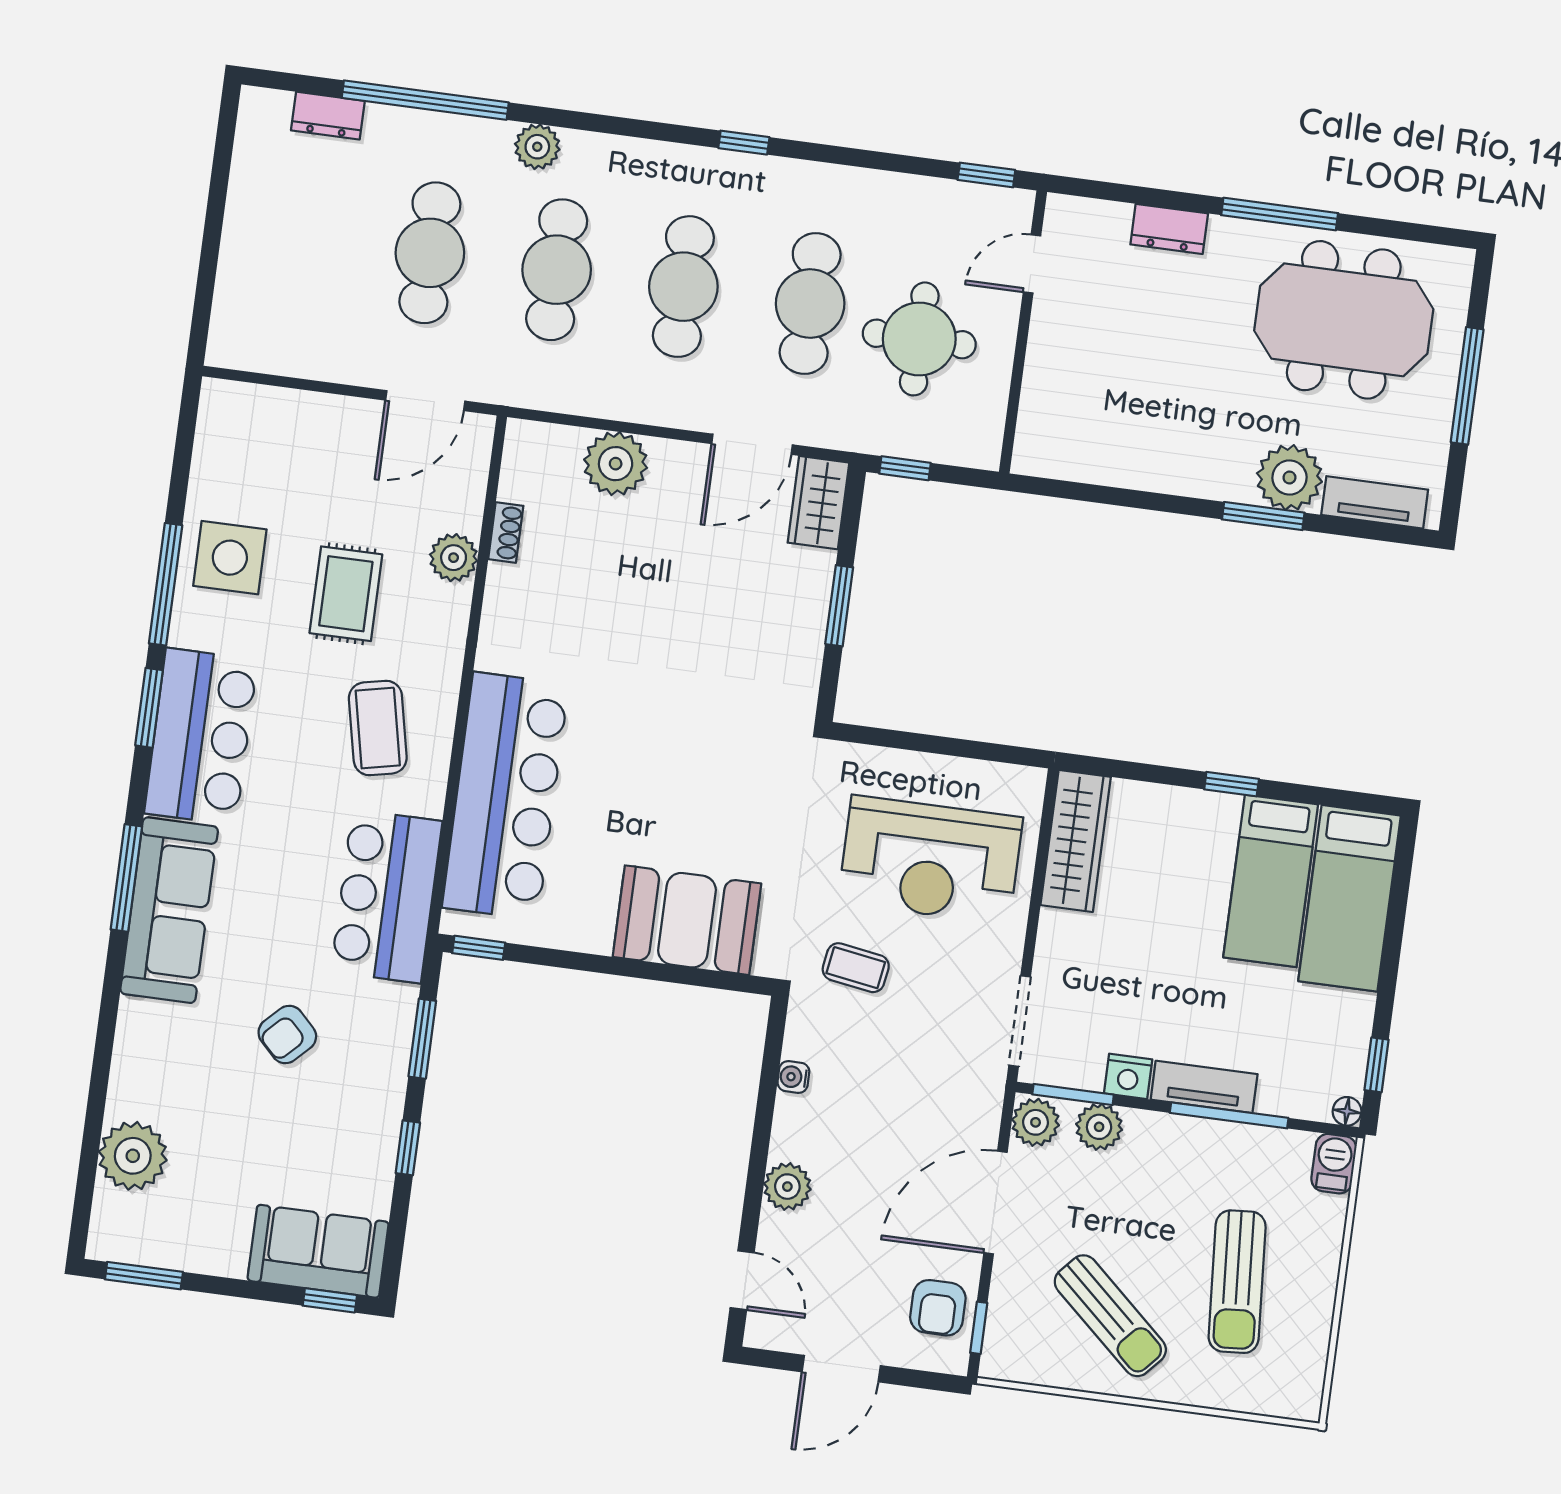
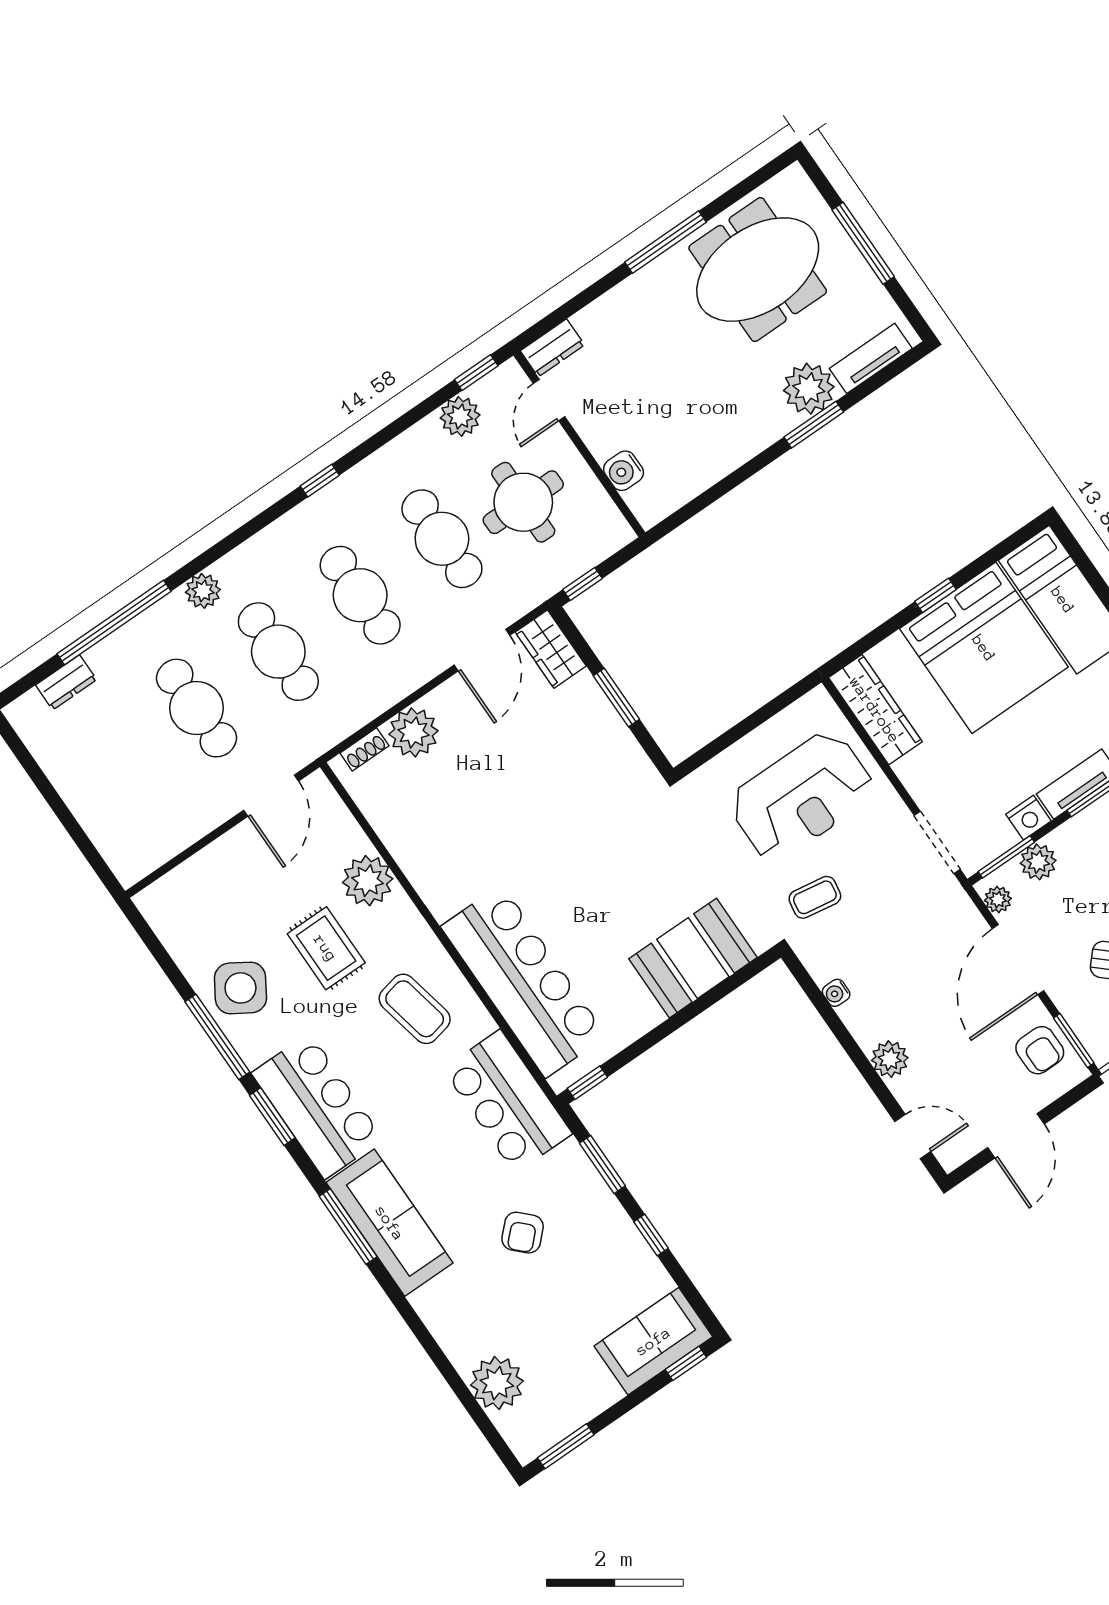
plant: (933, 203) -> (460, 417), added
dresser: (1169, 229) -> (552, 348), moved
water cooler: (1042, 396) -> (624, 471), added
shoe rack: (506, 532) -> (364, 749), moved, turned 90
side table: (230, 558) -> (240, 988), turned 32
plant: (454, 558) -> (368, 881), width x1.36, depth x1.36
bed: (1271, 881) -> (984, 648), width x2.04
plant: (1036, 1122) -> (998, 900), width x0.73, depth x0.73
window: (979, 1328) -> (1074, 1040), width x1.50

